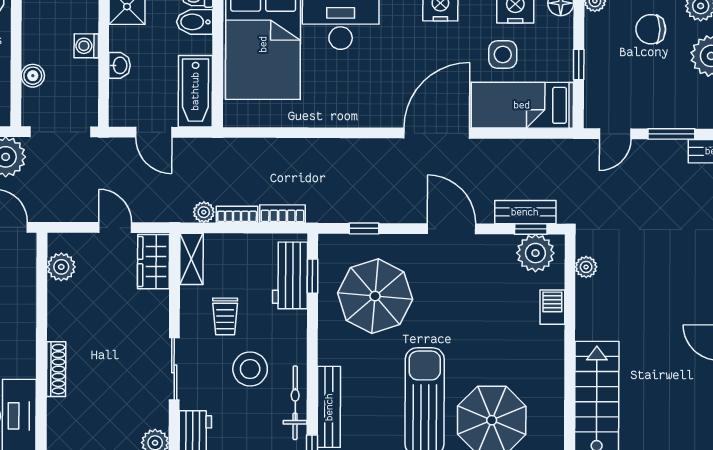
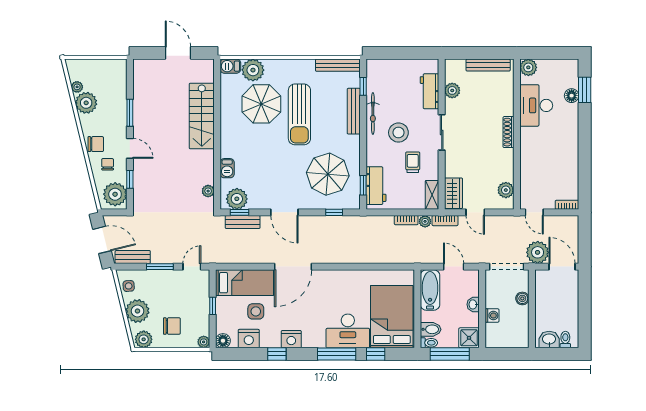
bookcase: (283, 214) -> (445, 221), moved

